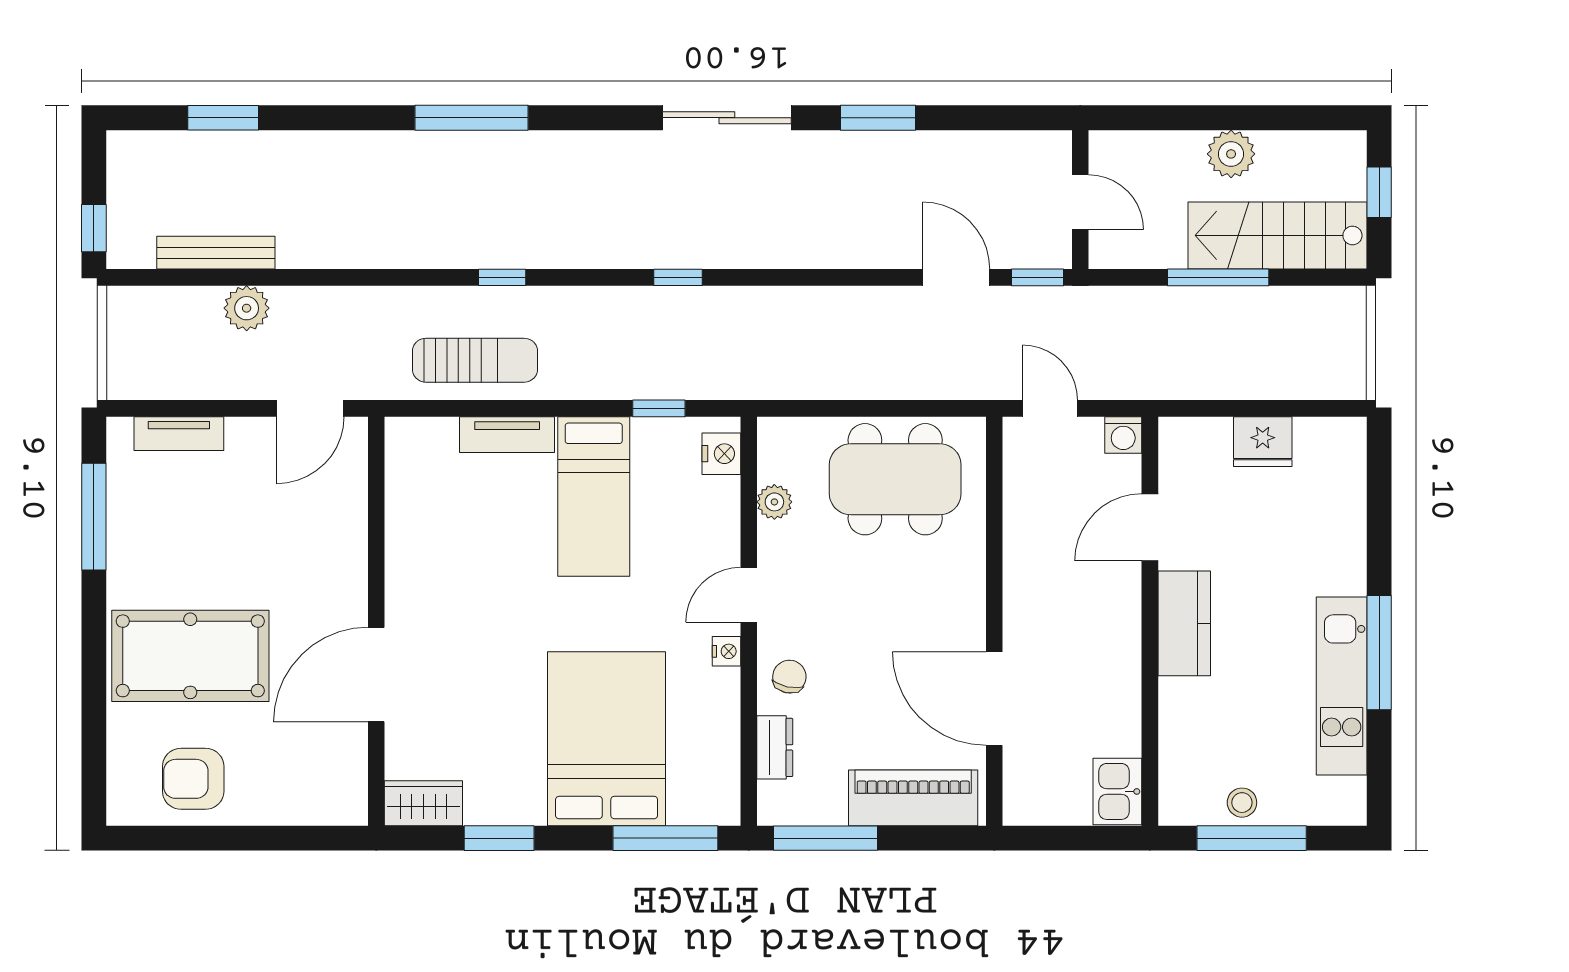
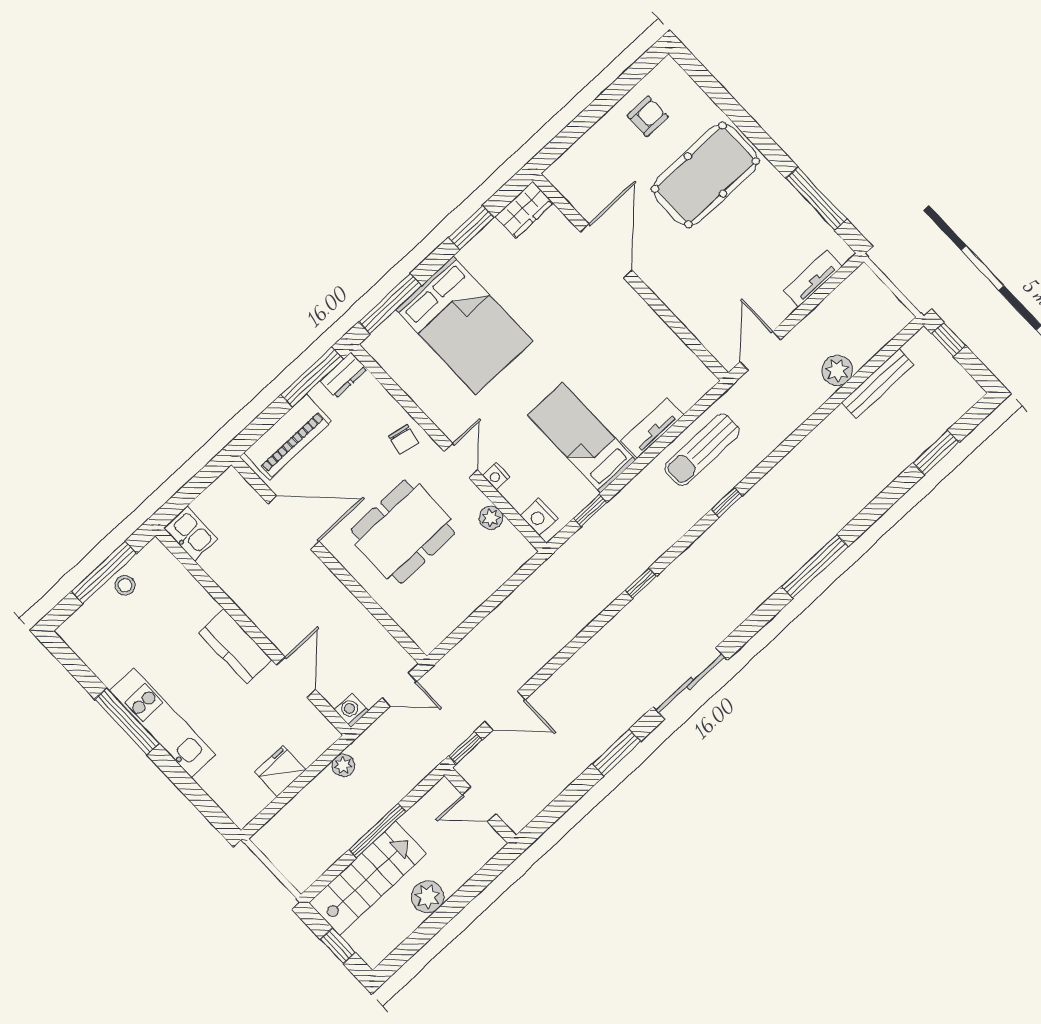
plant: (1188, 383) -> (343, 765), added
dining table: (895, 479) -> (403, 532), moved
nightstand: (726, 651) -> (496, 476), moved
kitchen unit: (1342, 686) -> (163, 723), moved
dresser: (775, 747) -> (344, 375), moved, turned -90
armchair: (193, 779) -> (648, 116), width x0.72, depth x0.72

